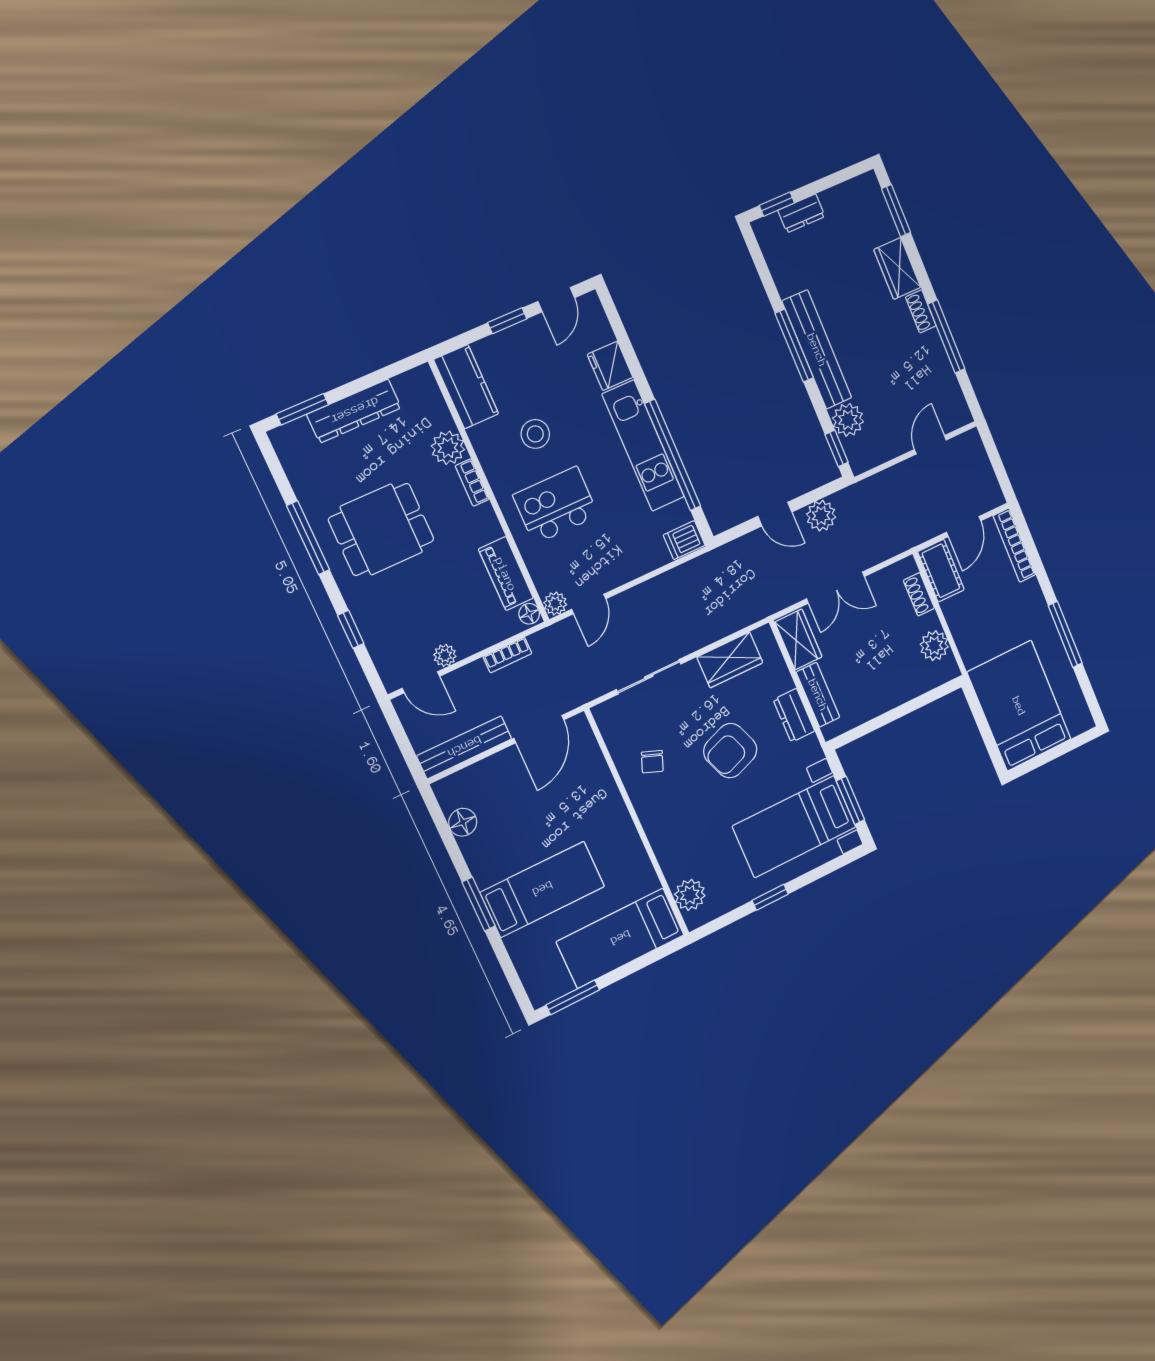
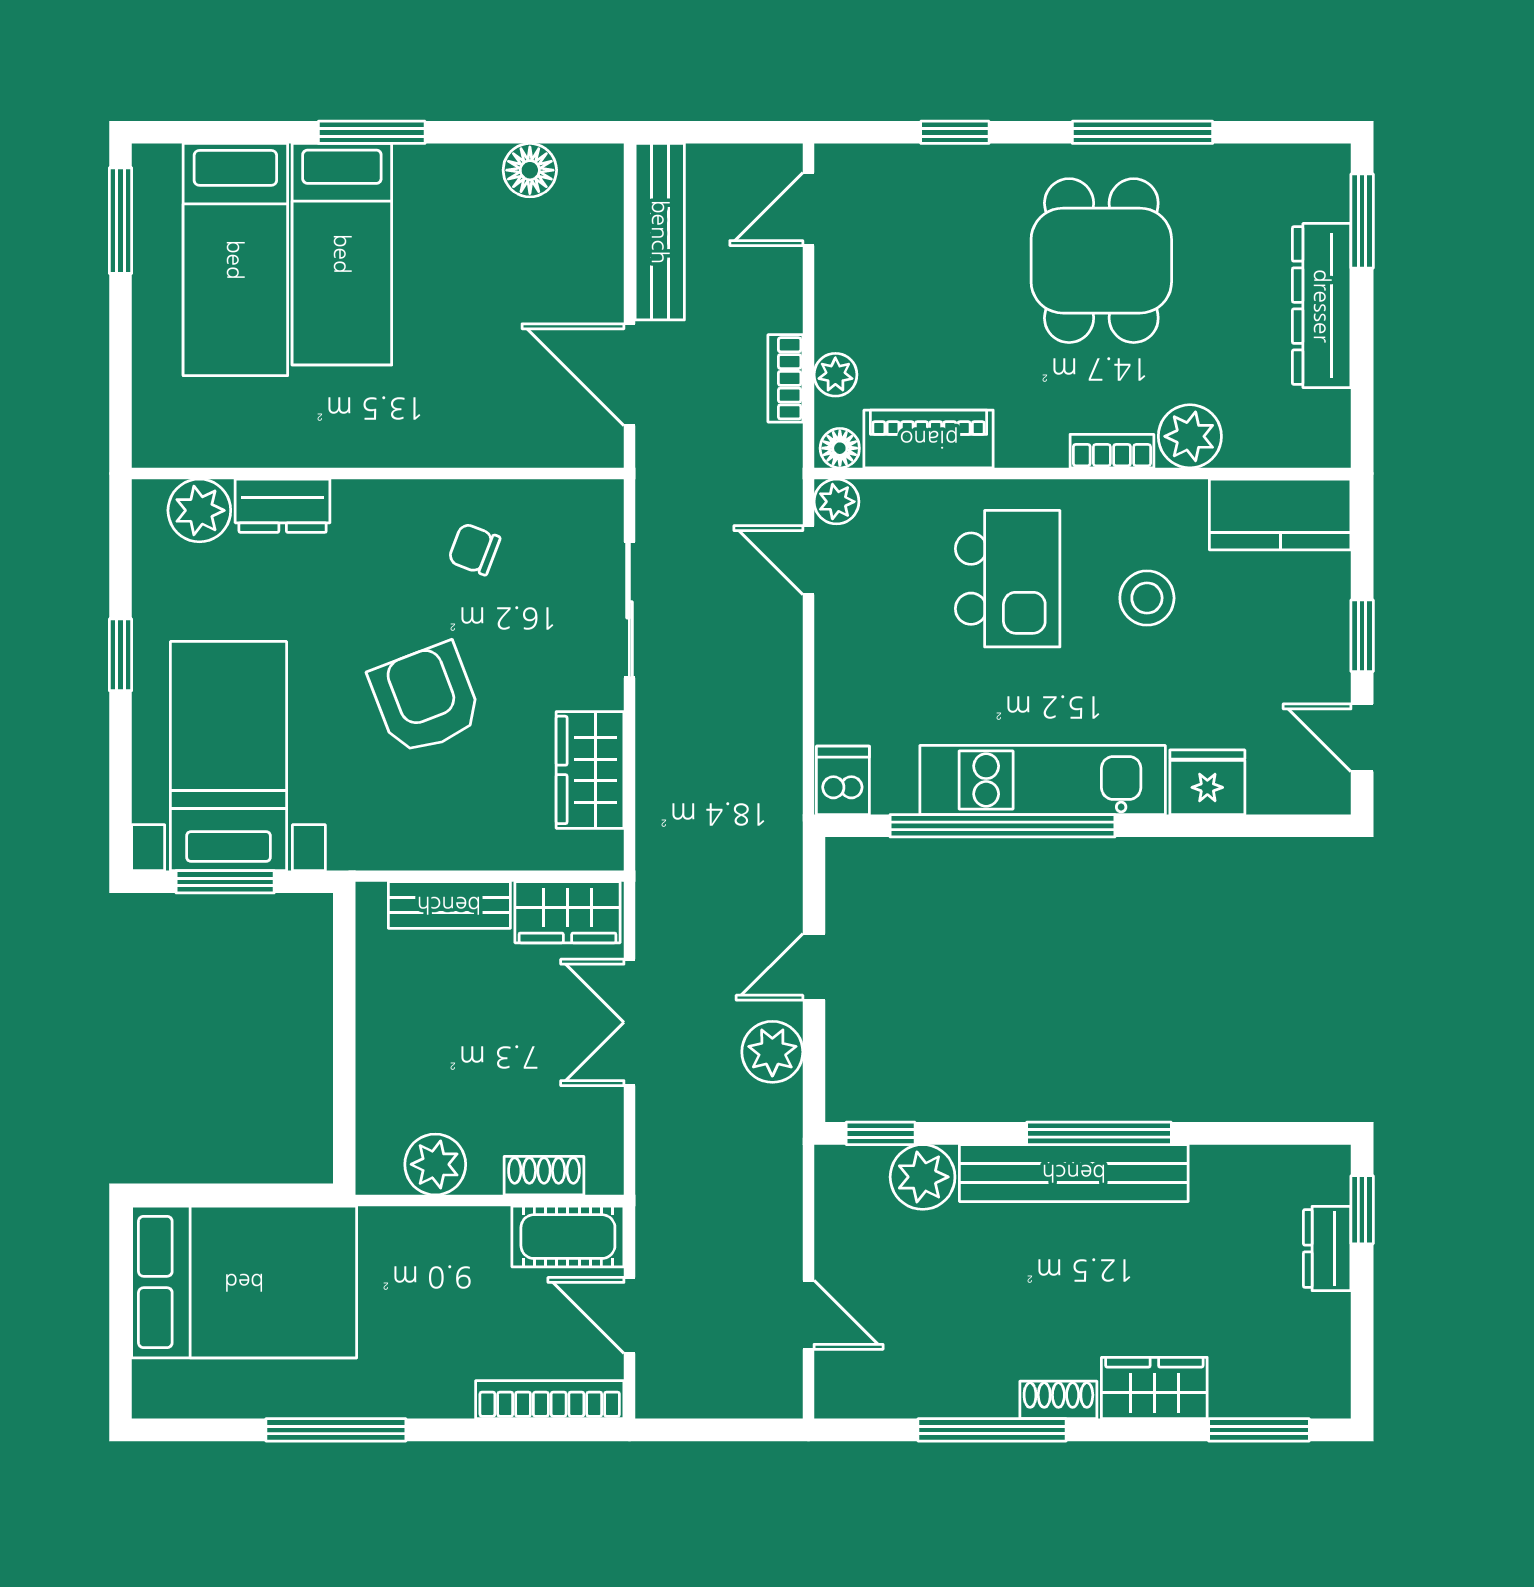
plant: (445, 655) -> (835, 375), moved
dresser: (794, 715) -> (283, 506), moved, turned 180
bed: (620, 938) -> (235, 260), moved, turned 180

